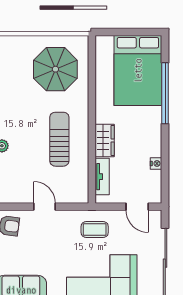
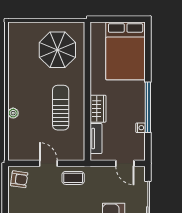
window: (165, 93) -> (148, 107), moved
coffee table: (95, 230) -> (73, 178), moved

